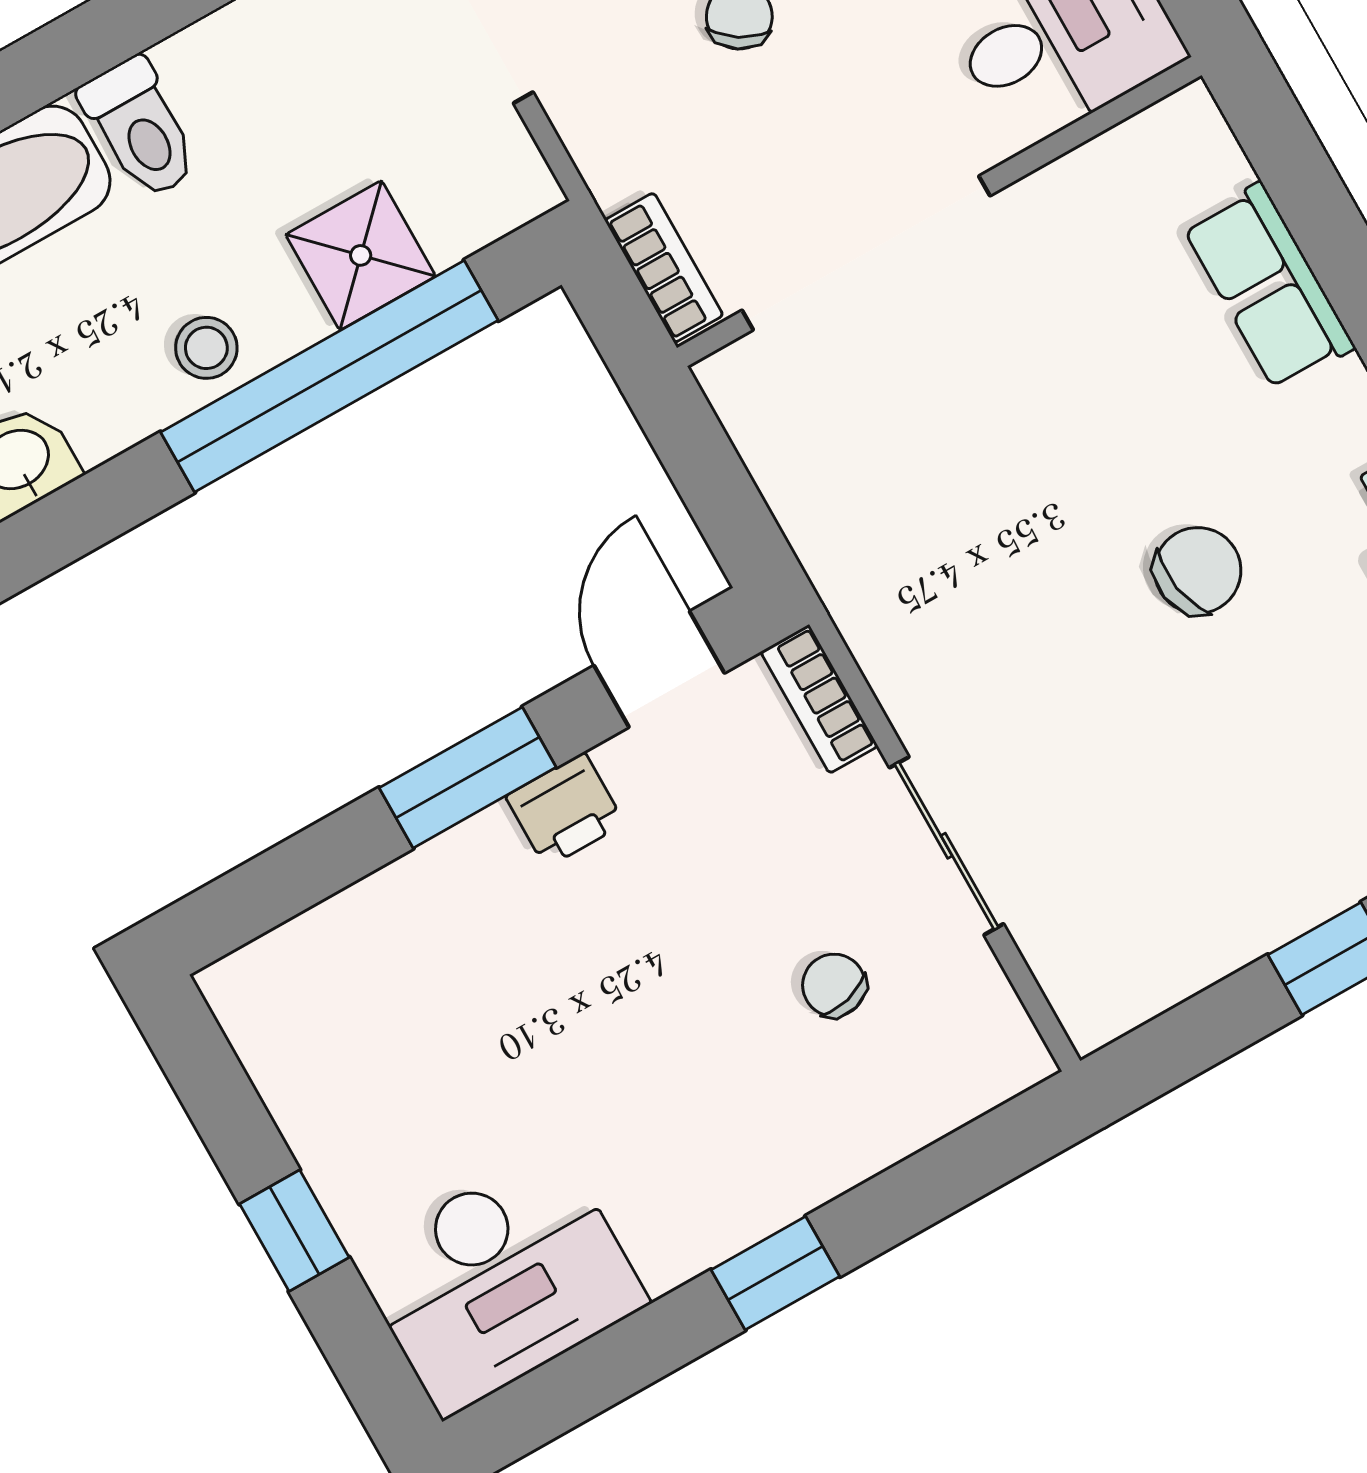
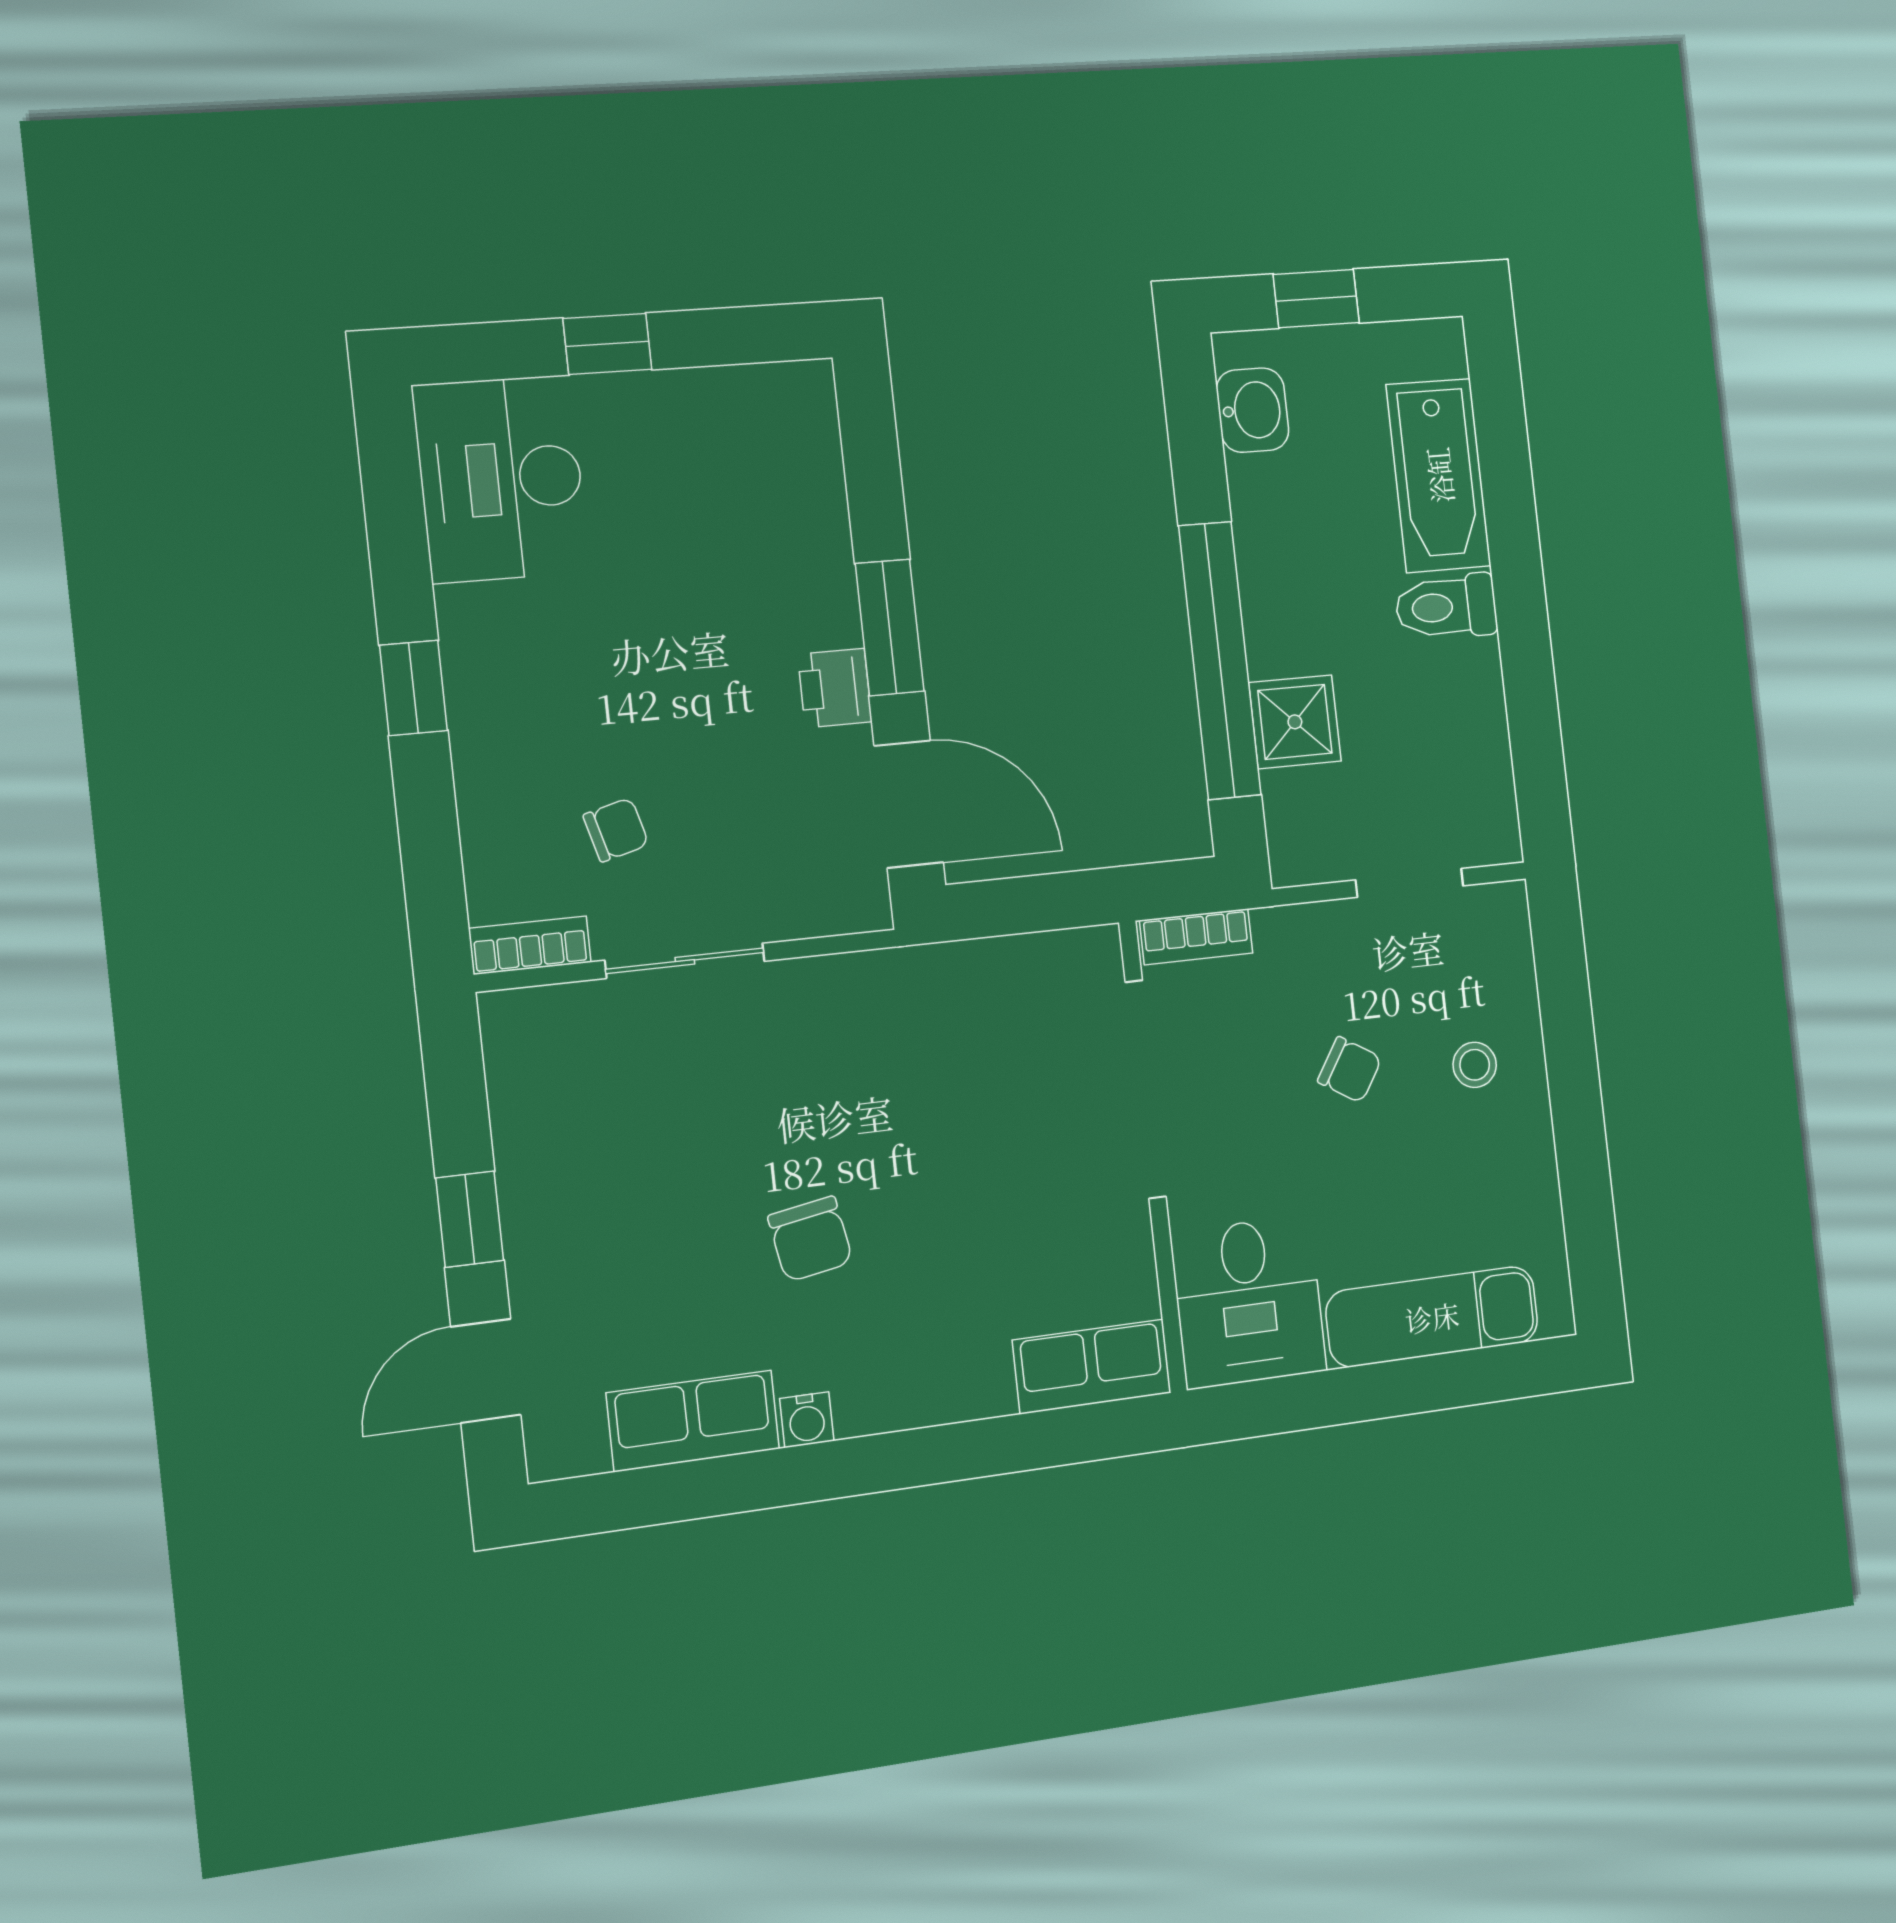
row of seats: (1269, 287) -> (1092, 1366), moved
stool: (206, 348) -> (1276, 582), removed
door: (659, 669) -> (909, 804), width x1.38
bookcase: (819, 699) -> (530, 945), moved

